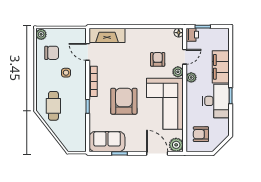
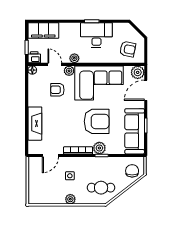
plant: (41, 34) -> (70, 199), moved
fireplace: (107, 35) -> (35, 124), moved
chair: (52, 53) -> (132, 171), moved
filing cabinet: (221, 67) -> (43, 31), moved
armchair: (124, 101) -> (97, 121), turned 180
plant: (96, 104) -> (99, 148), added
armchair: (201, 134) -> (128, 49), turned -79
sofa: (107, 142) -> (135, 131), width x1.36

